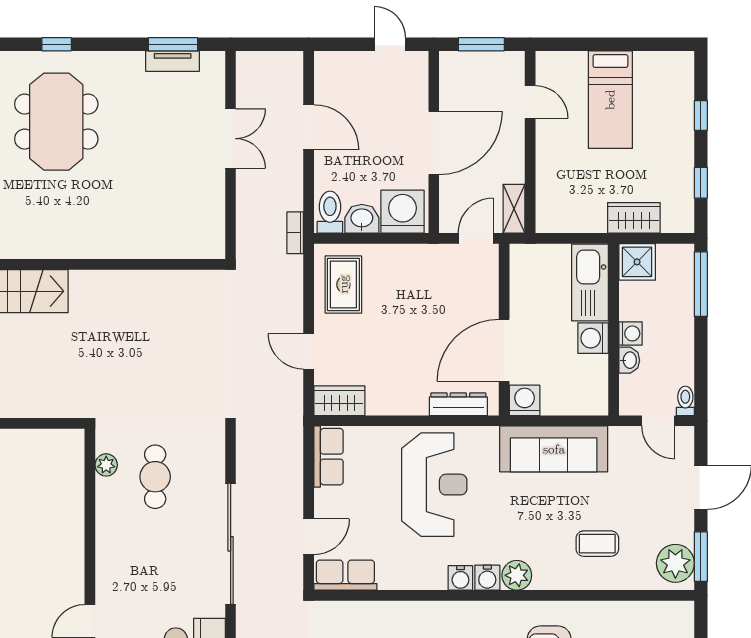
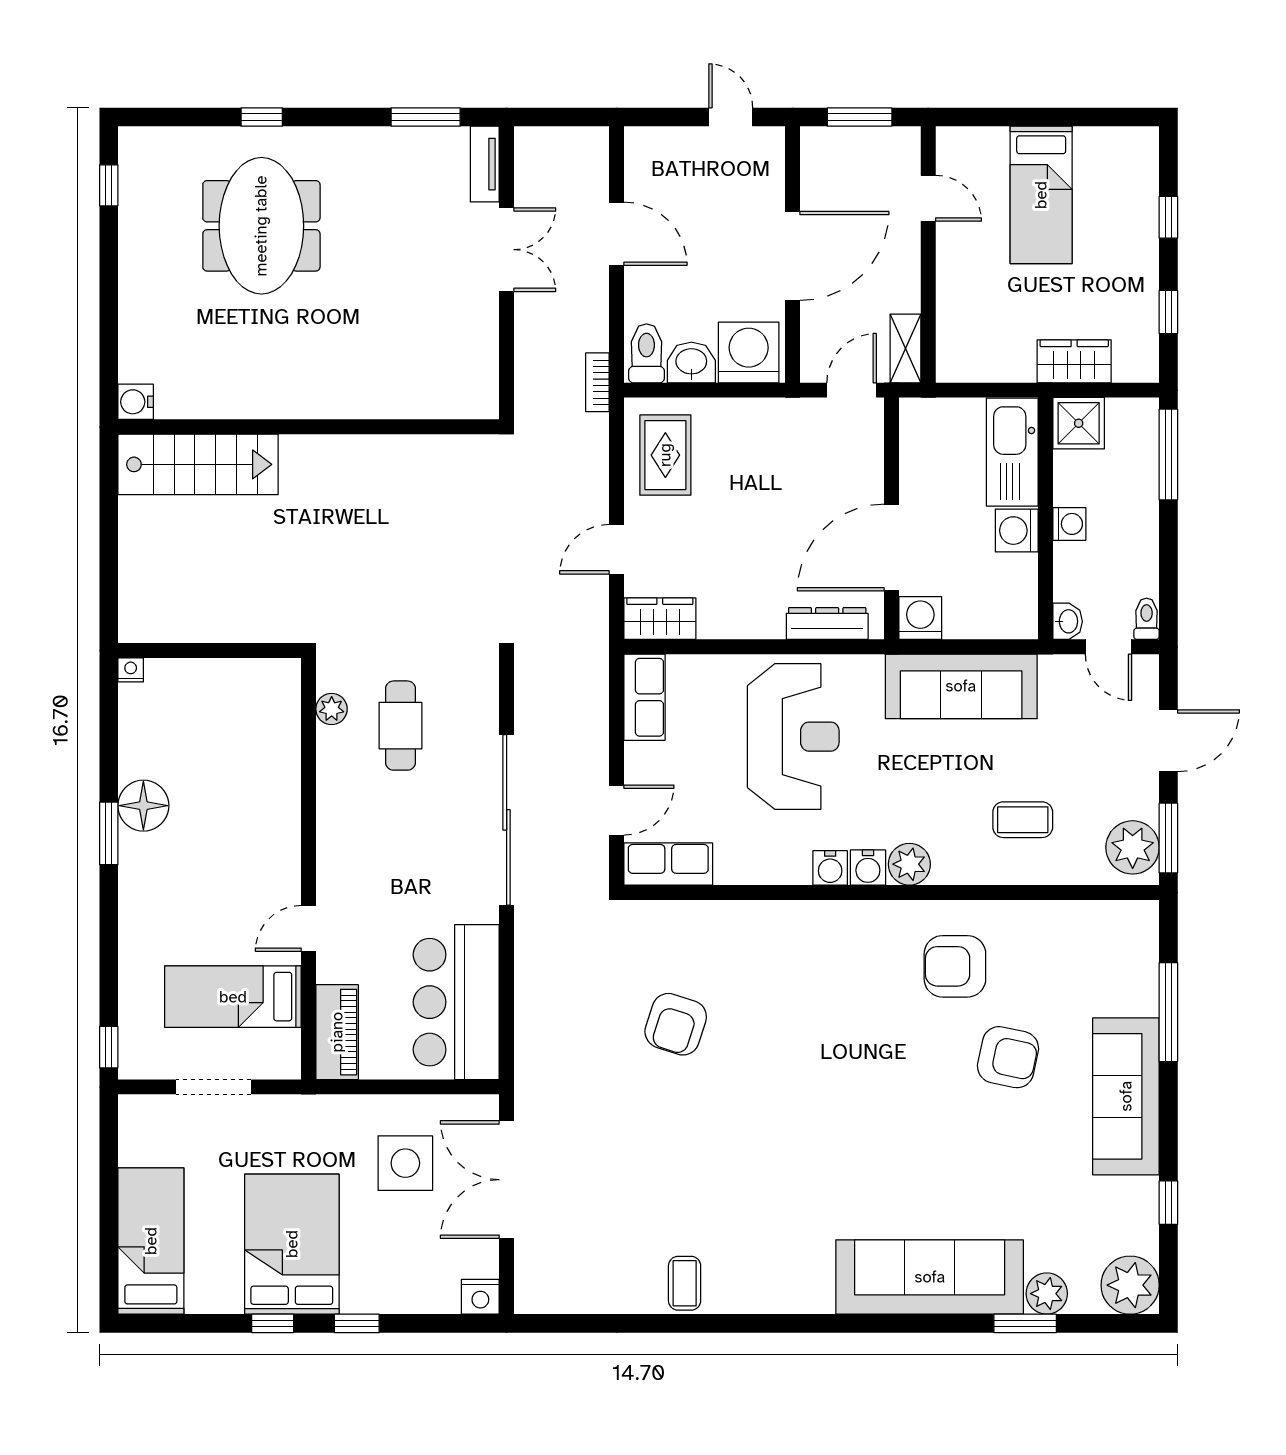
tv unit: (173, 61) -> (485, 164), moved, turned 90
door: (309, 351) -> (617, 549), hinge flipped
washbasin: (629, 360) -> (1068, 621), moved

